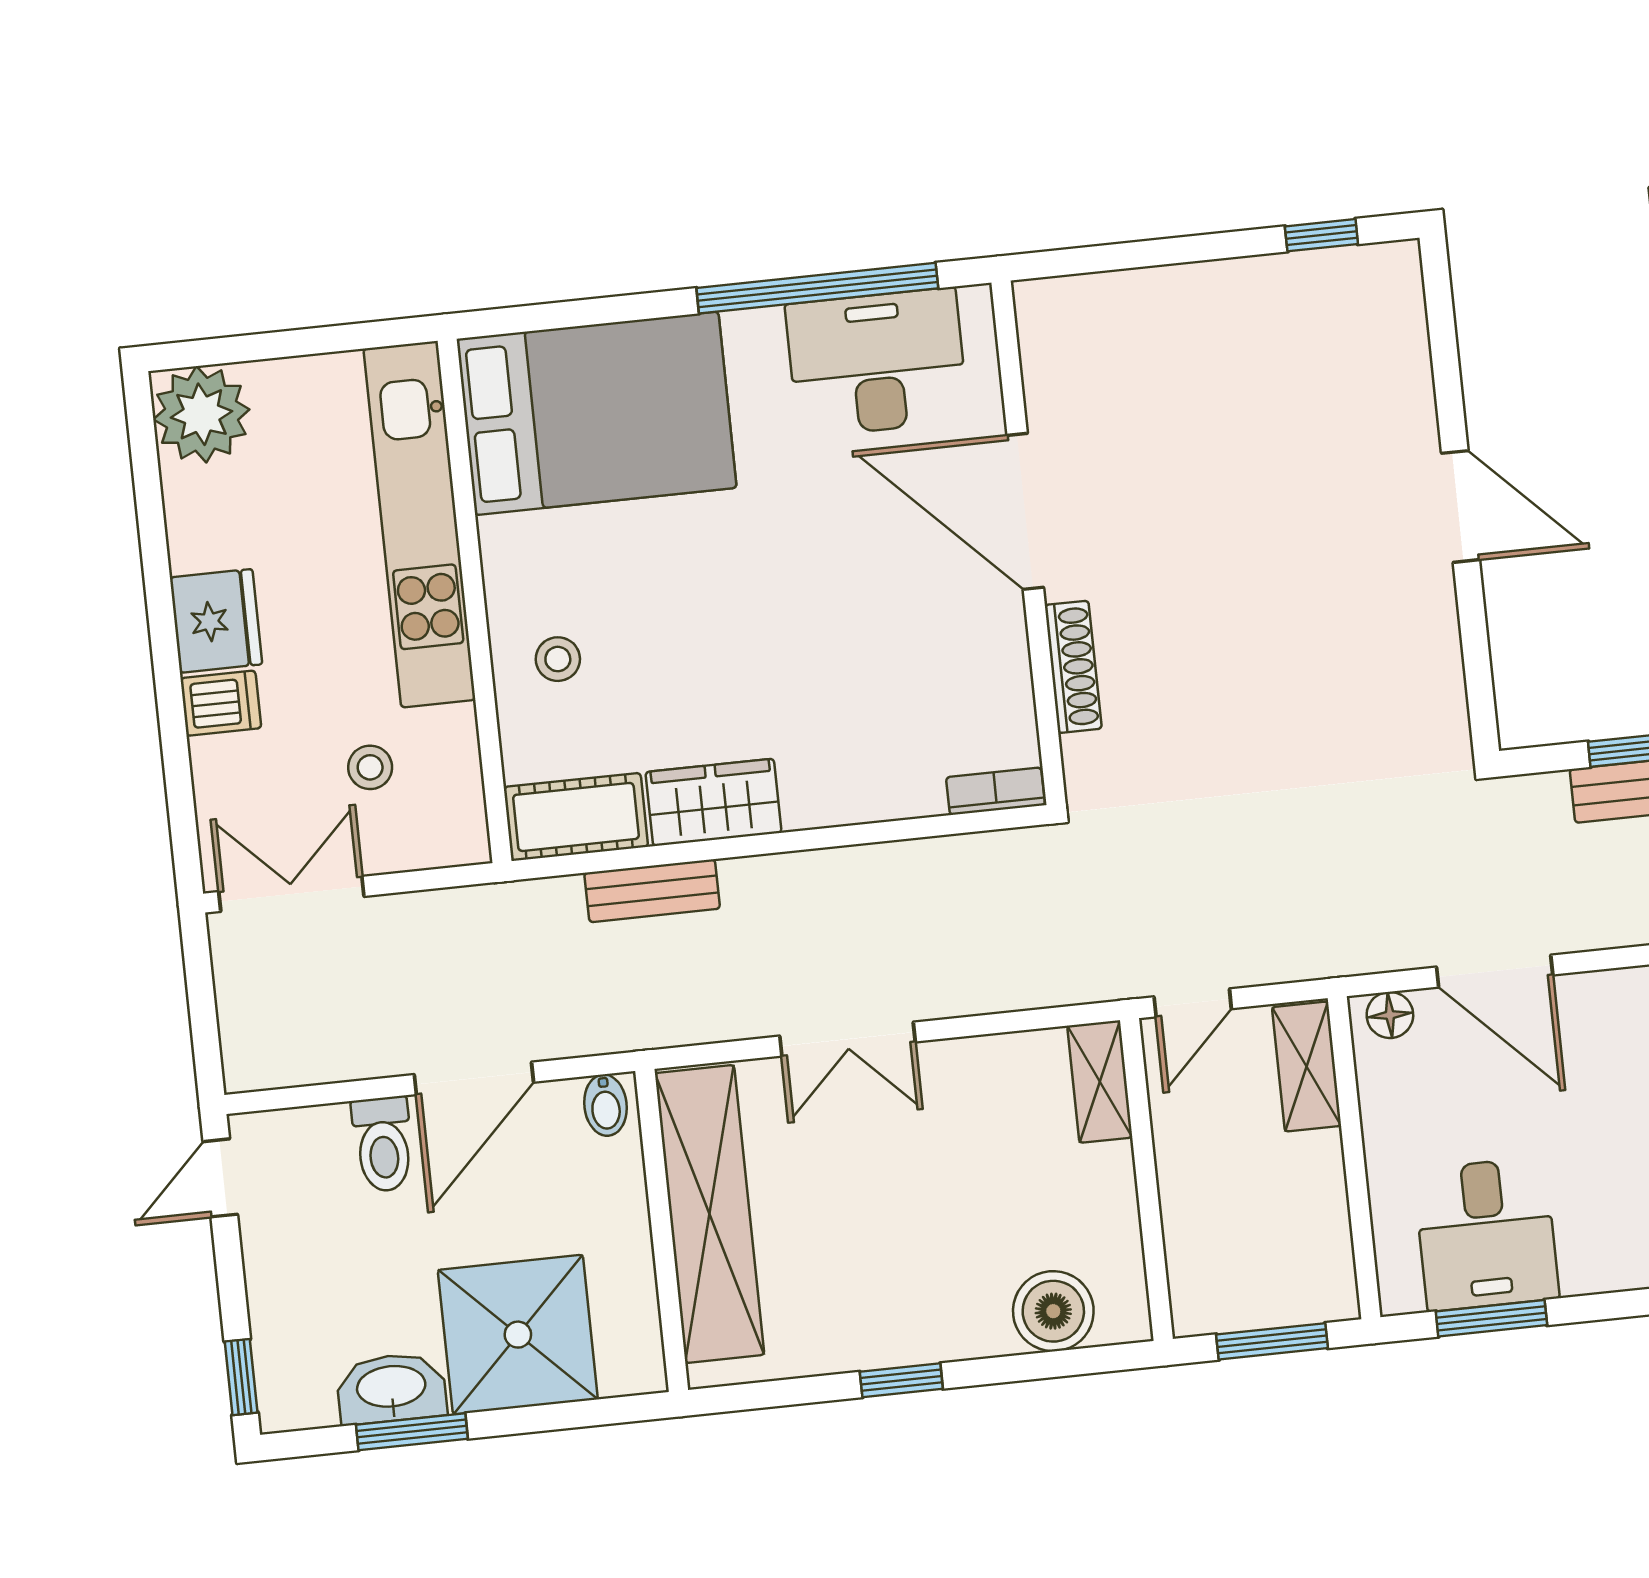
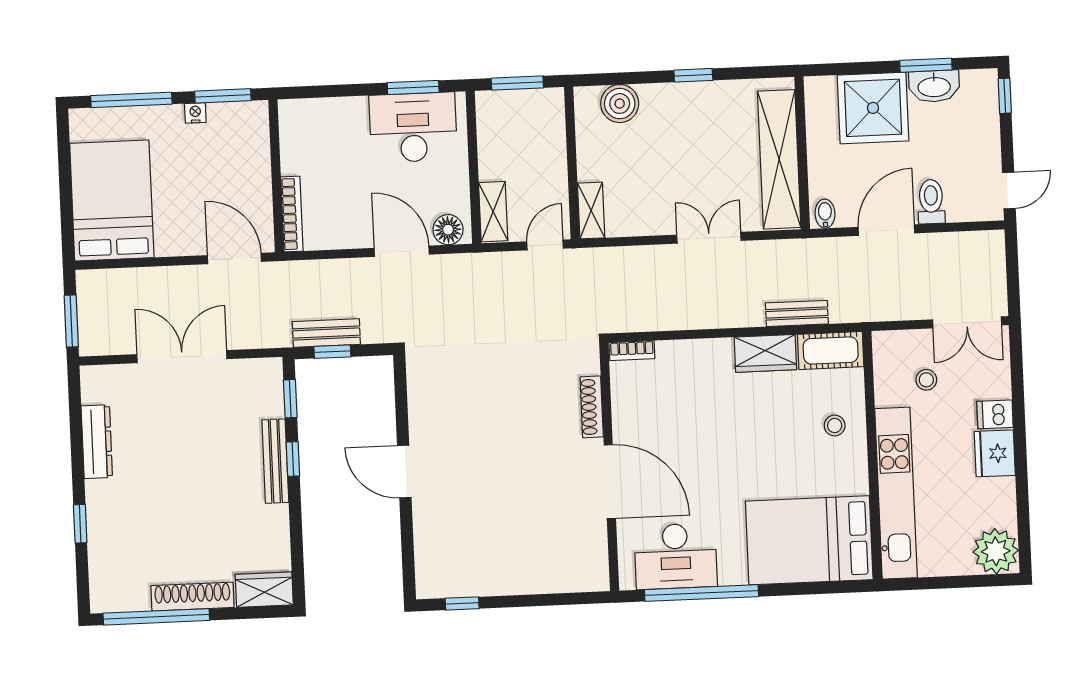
floor lamp: (1390, 1015) -> (448, 230), width x1.37, depth x1.37
desk: (1486, 1234) -> (413, 127), width x1.37

